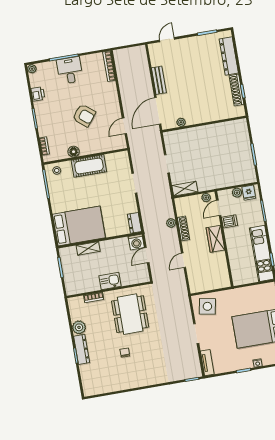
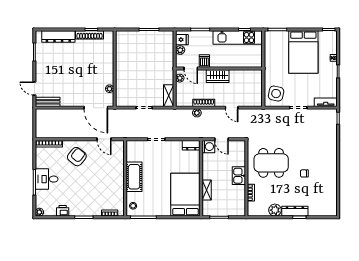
bench: (159, 80) -> (48, 102), moved
armchair: (84, 115) -> (77, 157), moved
floor lamp: (74, 152) -> (119, 188), removed

